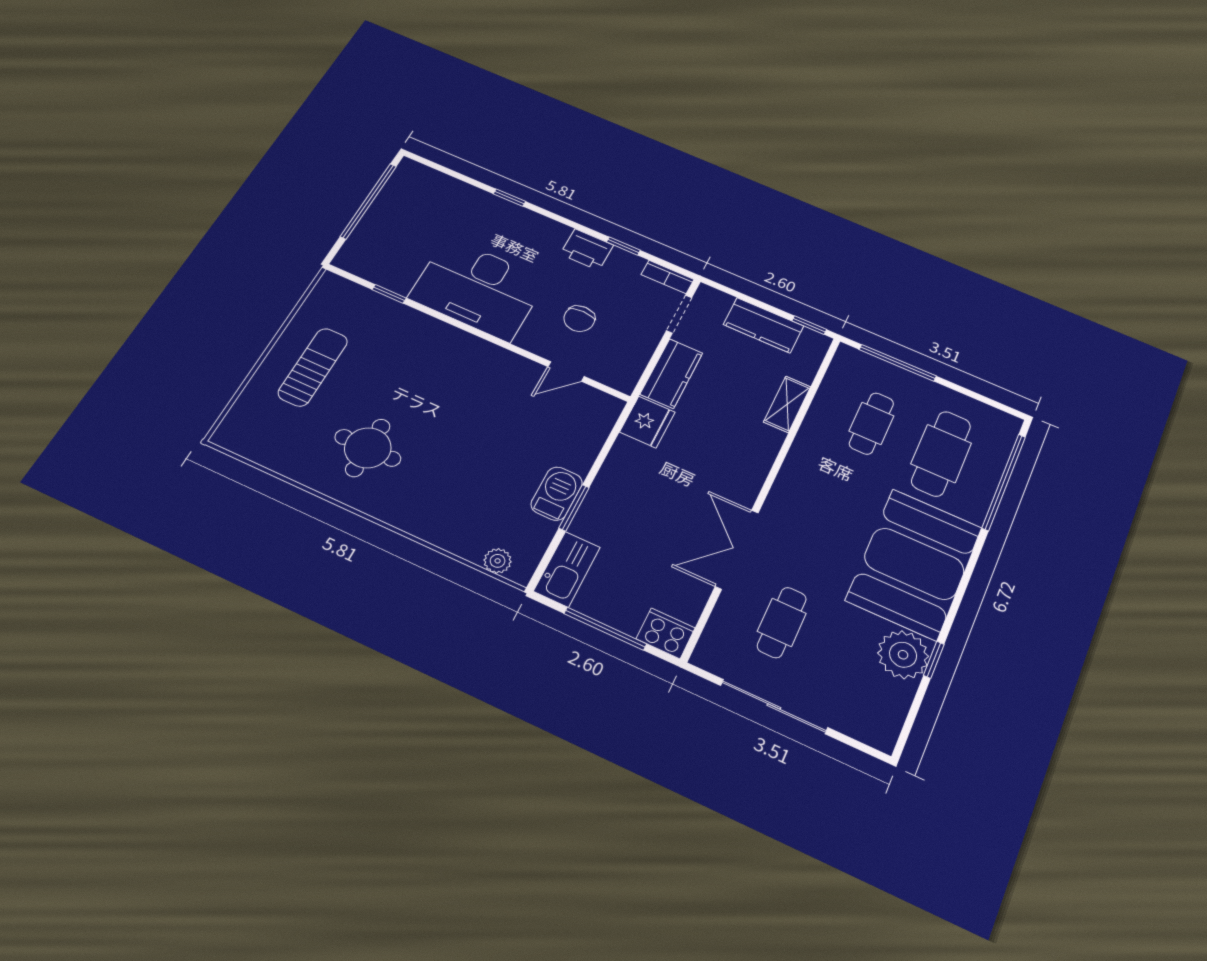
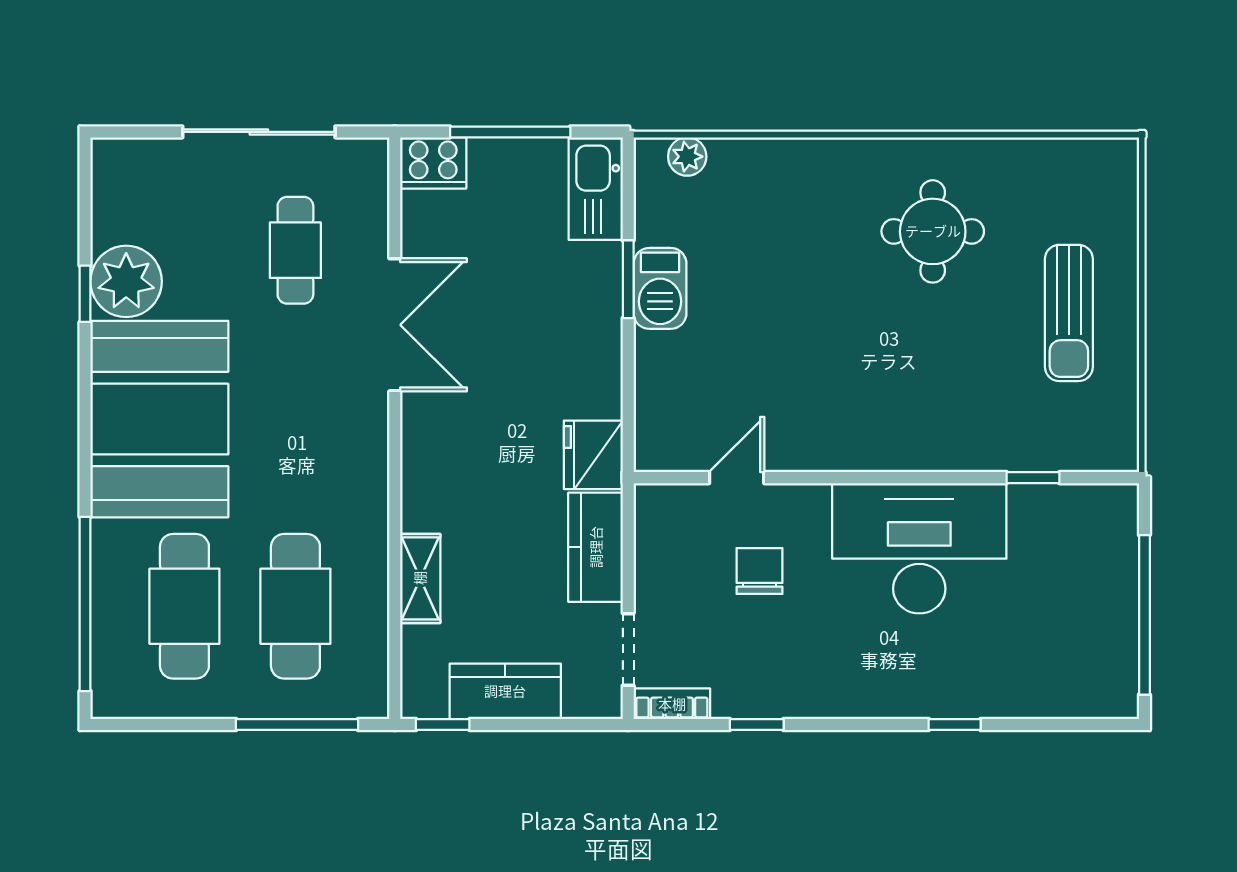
printer: (587, 250) -> (804, 692), removed
cafe table: (871, 423) -> (295, 606), width x1.37, depth x1.35

